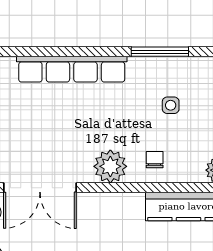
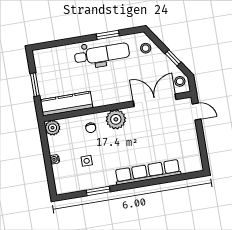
window: (160, 52) -> (98, 191), width x0.69

